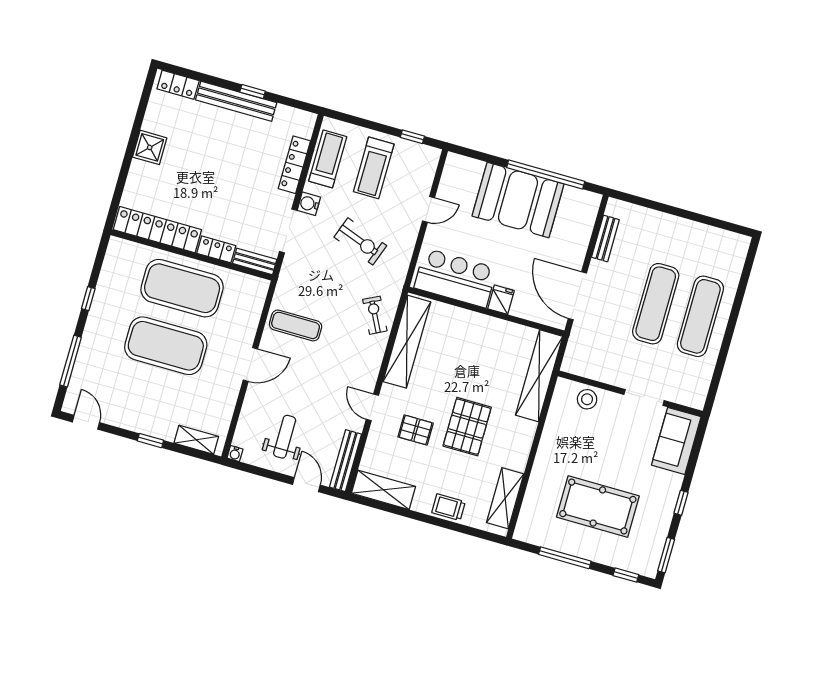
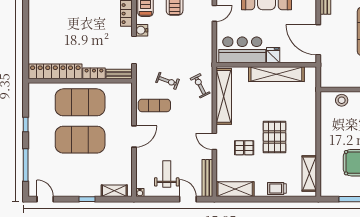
shower: (150, 147) -> (37, 23), removed
exercise bike: (360, 241) -> (168, 81), moved, width x0.73, depth x0.72
shelving: (539, 376) -> (276, 74), moved, turned 90

